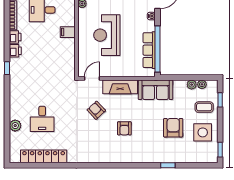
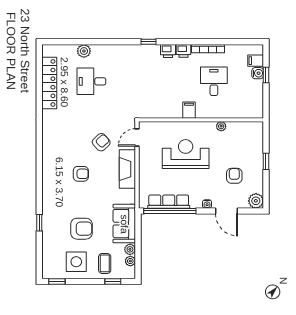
door: (92, 78) -> (137, 137), swing flipped
sofa: (156, 90) -> (124, 224), moved
armchair: (124, 128) -> (81, 174), turned 180

